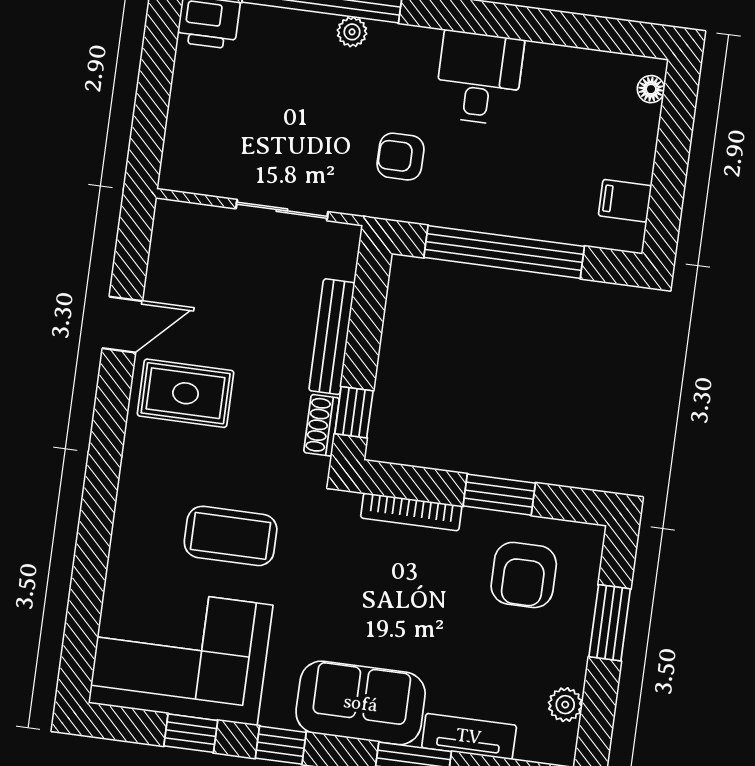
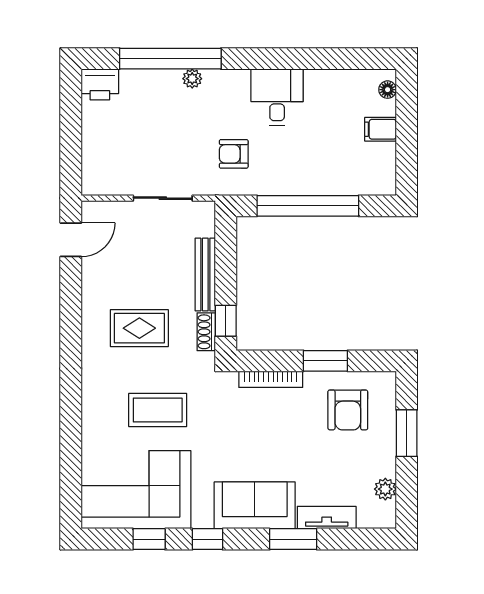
filing cabinet: (625, 201) -> (380, 129), moved
door: (122, 325) -> (71, 240), moved
rug: (186, 393) -> (139, 328), moved

